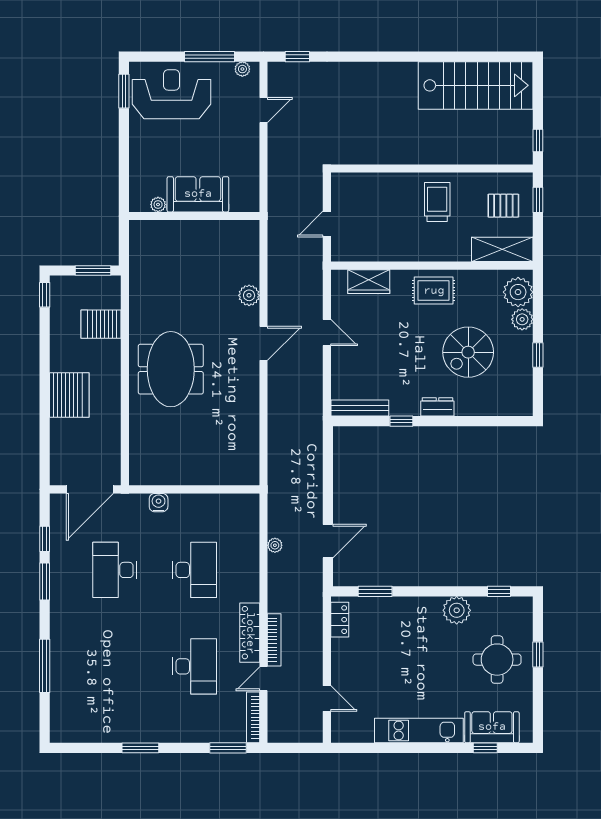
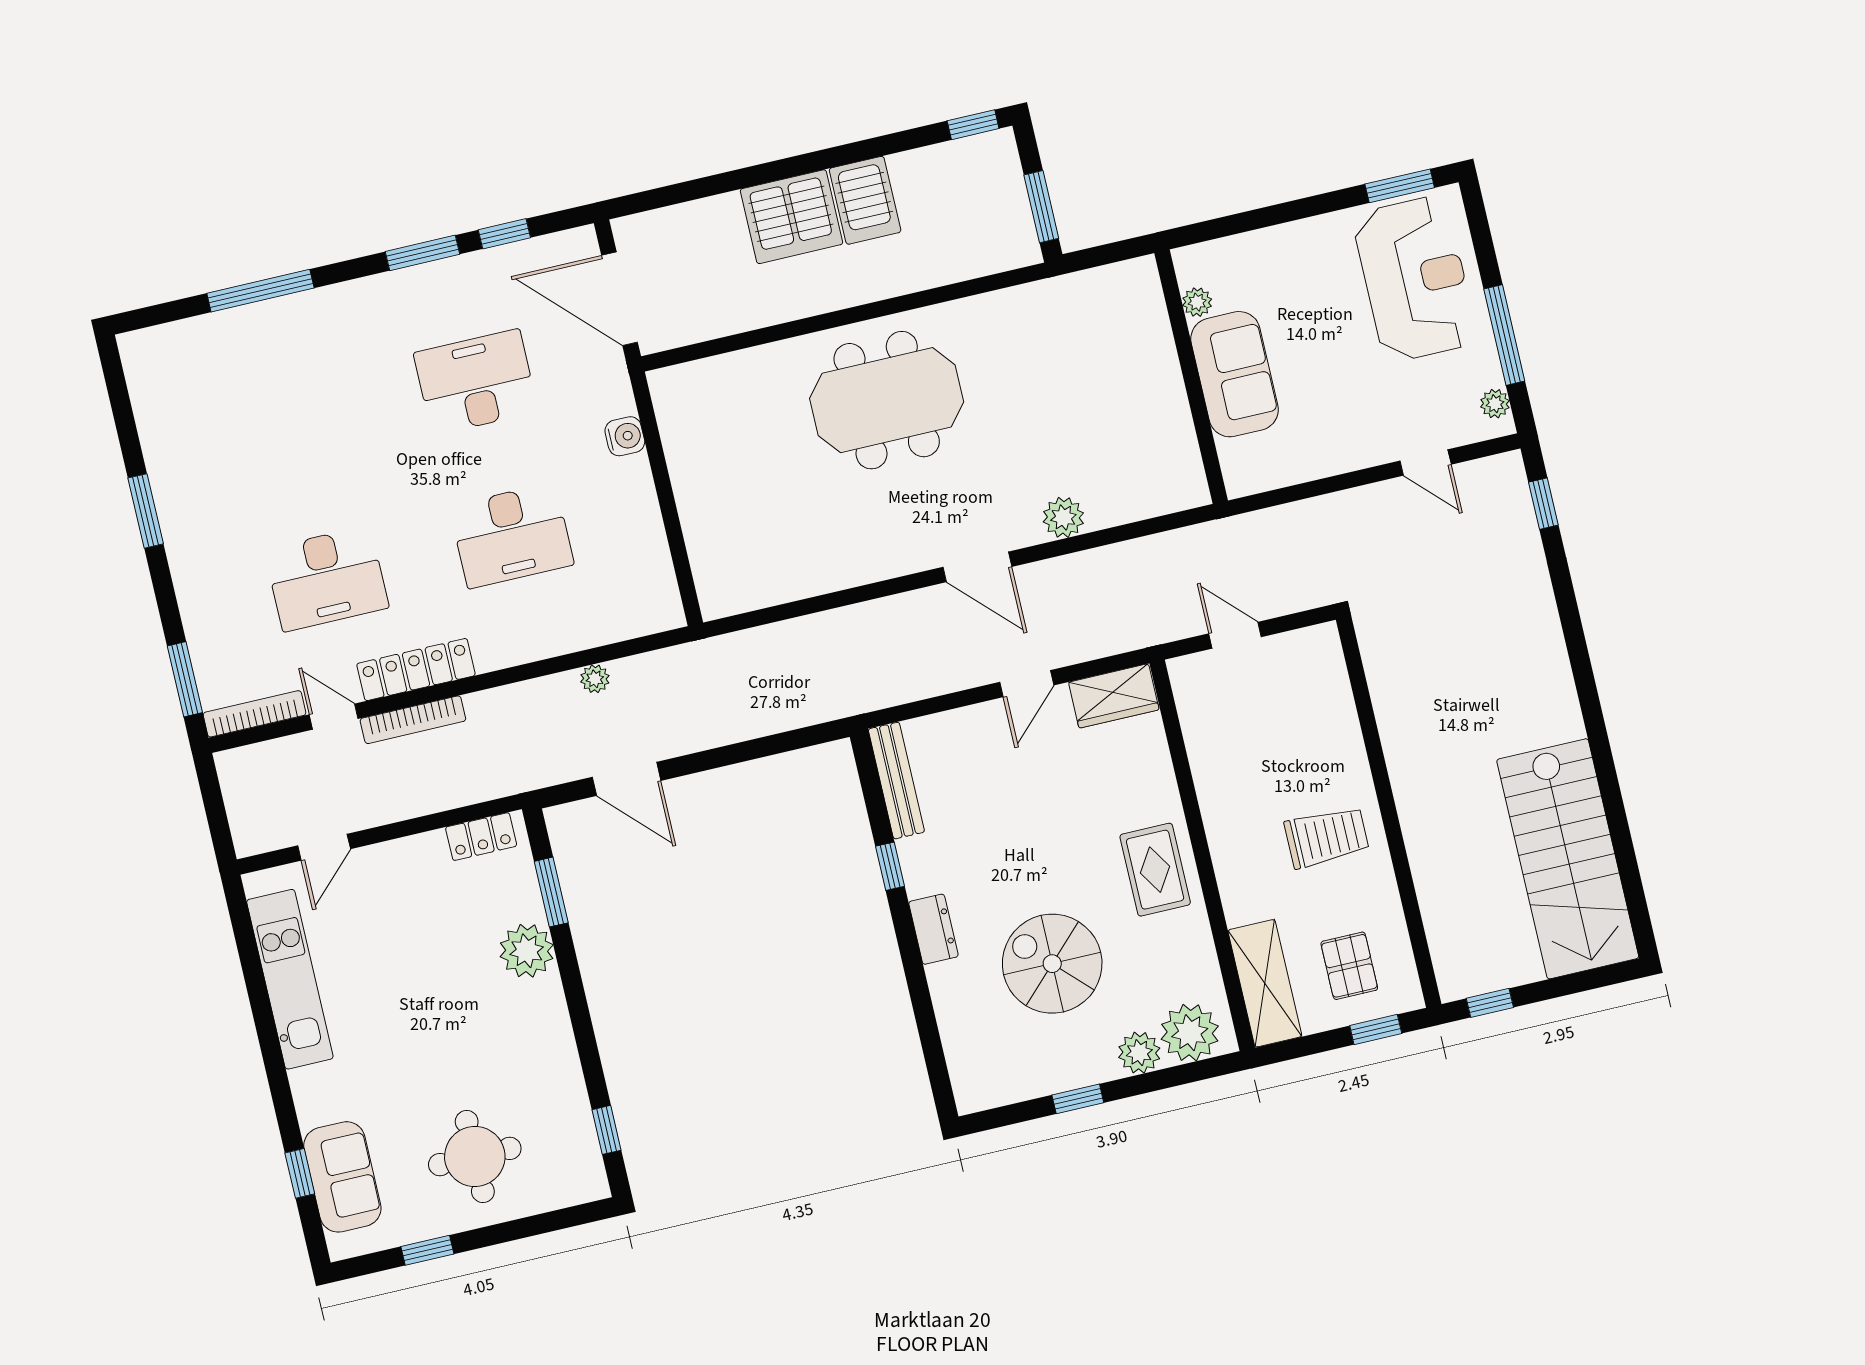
wardrobe: (369, 282) -> (1114, 696), moved, turned -90
server rack: (101, 324) -> (865, 200), moved, turned 180
plant: (457, 610) -> (527, 951), moved
window: (538, 654) -> (427, 1250), moved
kitchen unit: (419, 730) -> (290, 979), moved

